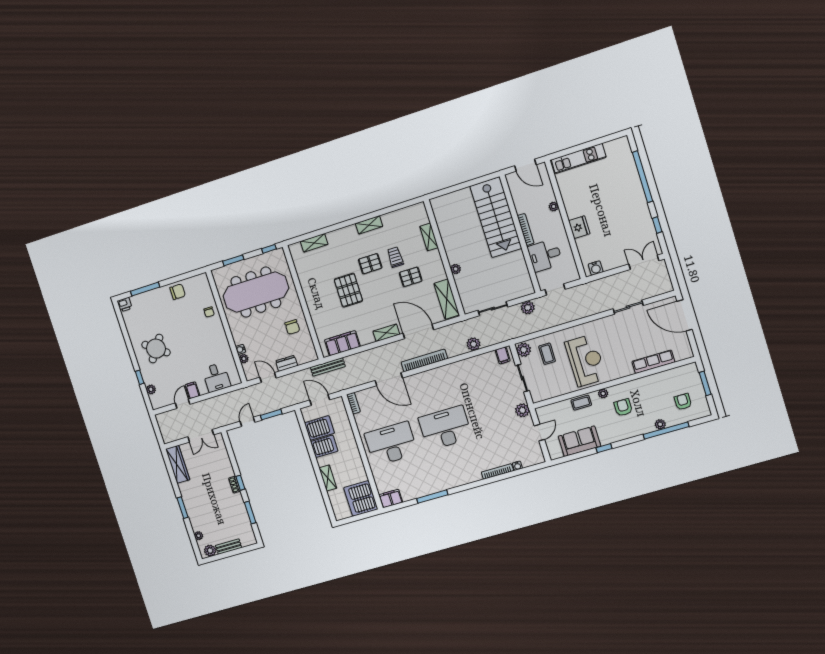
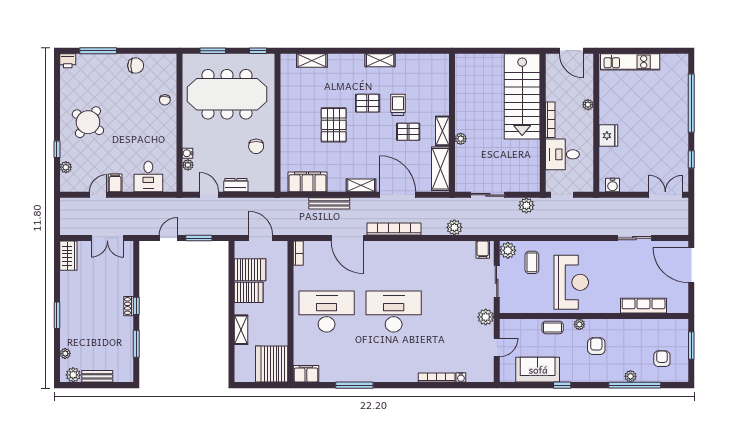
shelving: (429, 237) -> (442, 131), moved
bench: (328, 367) -> (329, 203), moved
wardrobe: (178, 464) -> (68, 256), width x0.67

